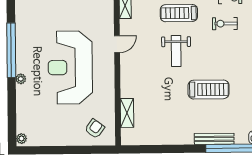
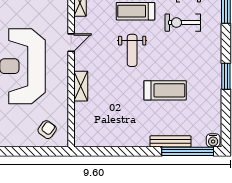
exercise bike: (225, 24) -> (183, 23), width x1.38, depth x1.39
shelving: (127, 113) -> (81, 86), moved

